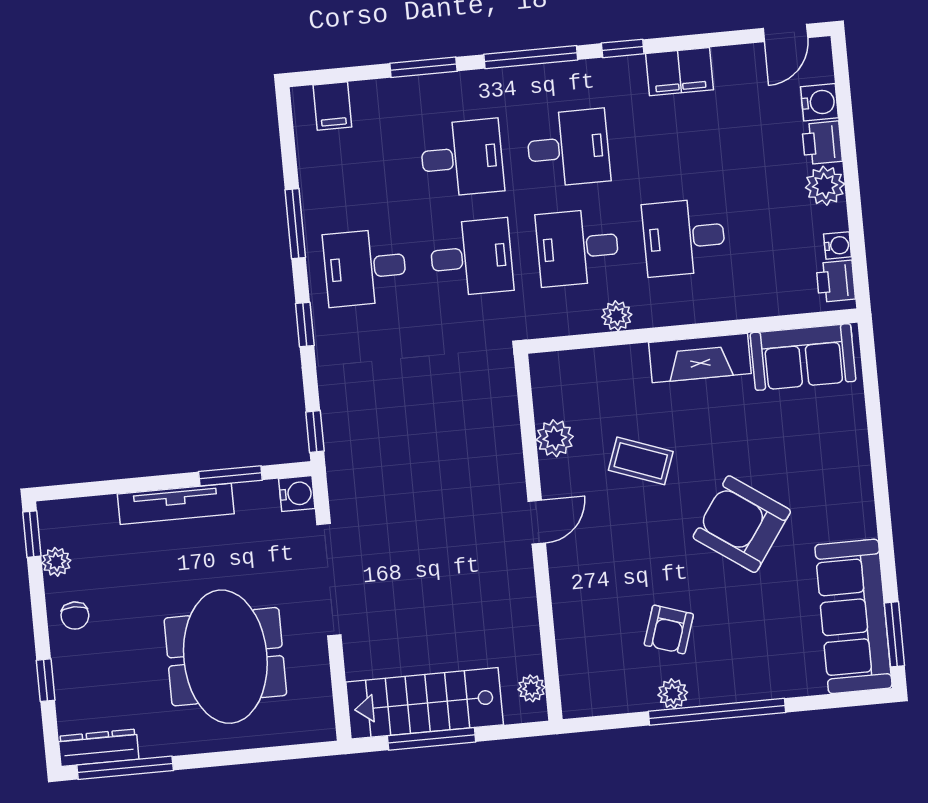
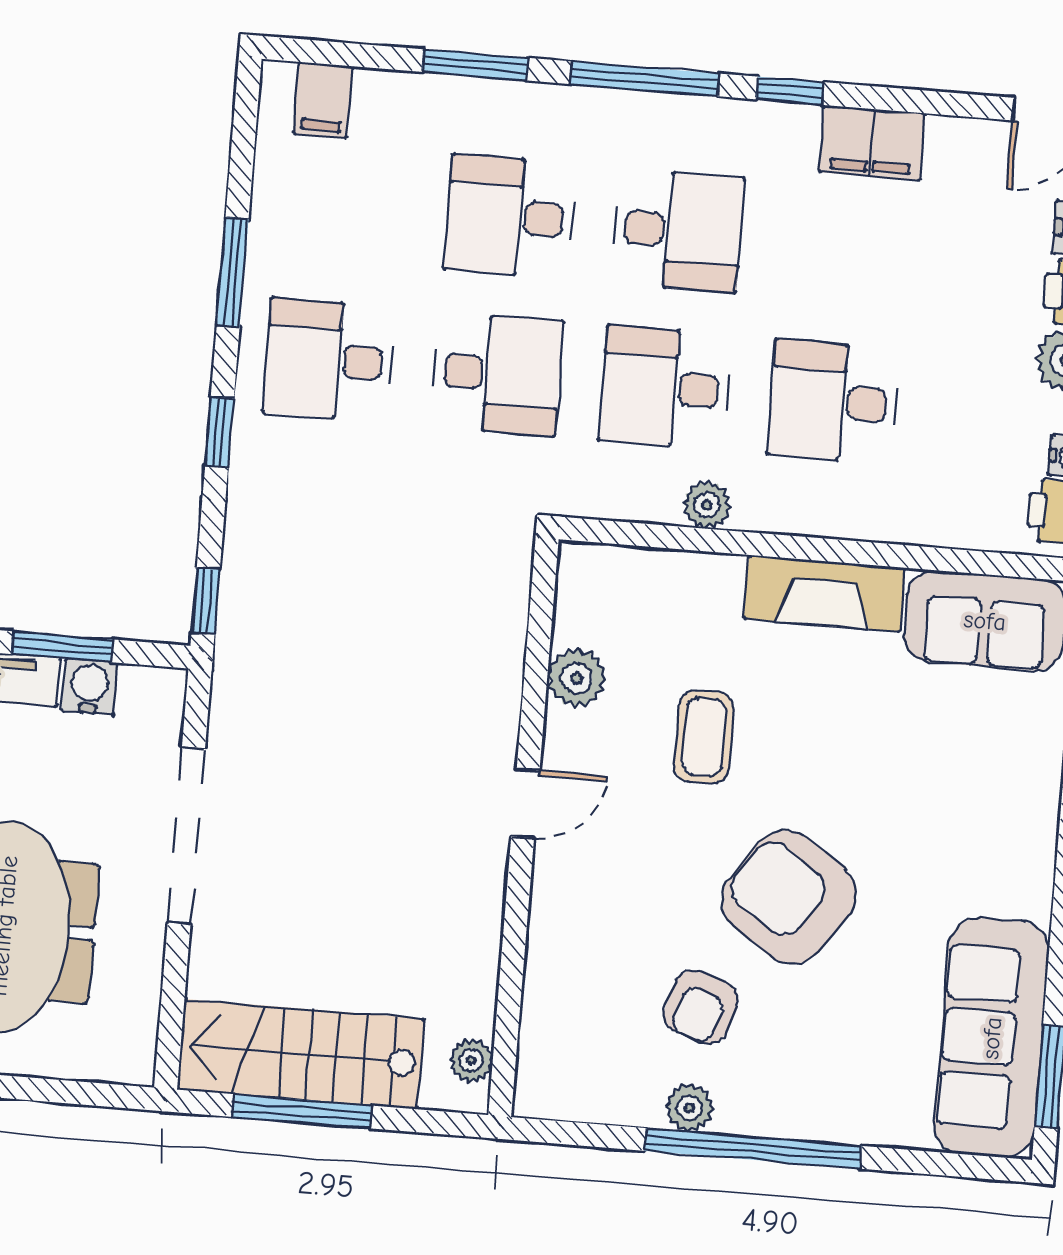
desk: (462, 158) -> (510, 217), turned 180
coffee table: (641, 461) -> (704, 737), turned 70
water cooler: (297, 494) -> (90, 687), moved, turned -90
armchair: (742, 524) -> (789, 897), moved

